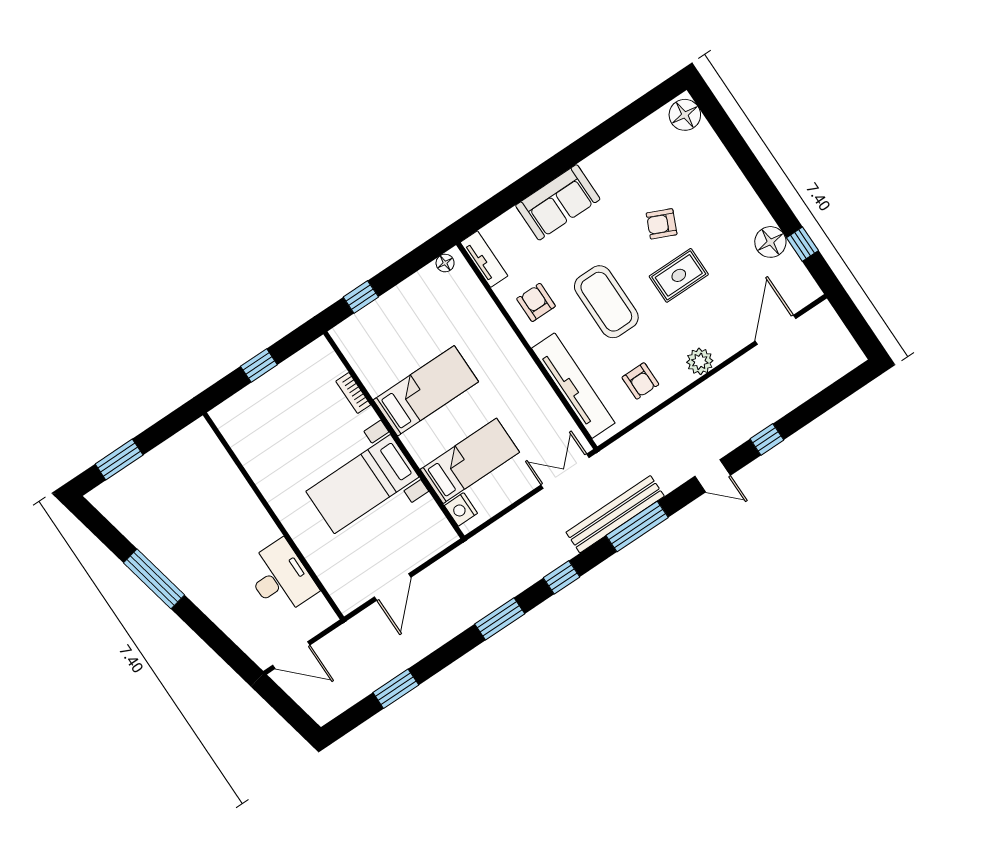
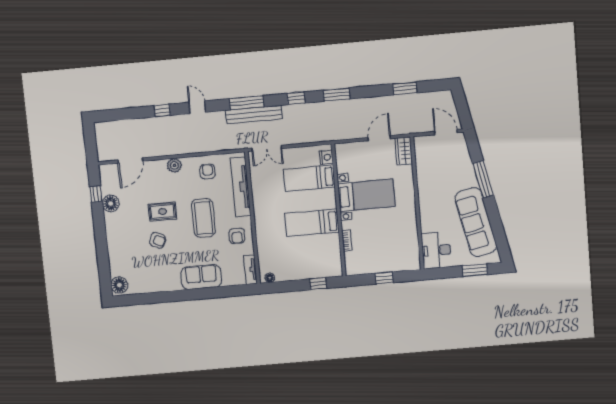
sofa: (162, 538) -> (476, 222), added
desk: (281, 578) -> (436, 250), moved
window: (154, 579) -> (483, 179), moved
wardrobe: (342, 588) -> (404, 151), added

